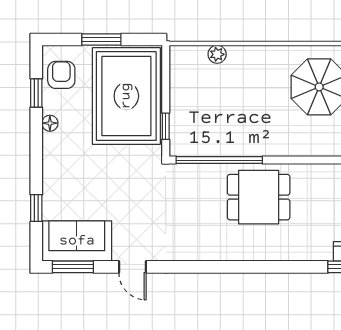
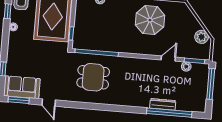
dining table: (259, 197) -> (93, 77), moved

